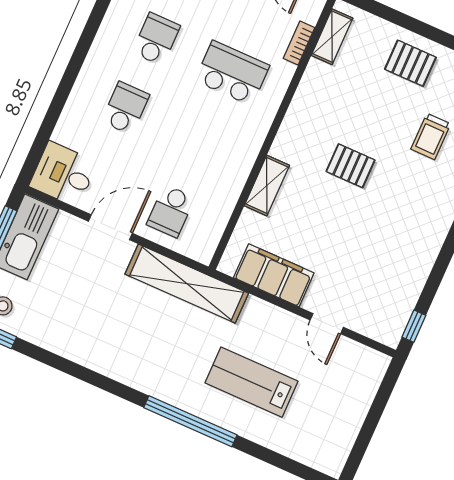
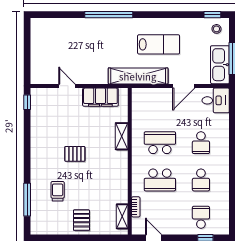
pallet: (410, 63) -> (81, 220), turned 90
pallet: (351, 166) -> (75, 154), moved
school desk: (171, 211) -> (160, 143), moved, width x1.85
lab bench: (252, 382) -> (159, 44), moved

